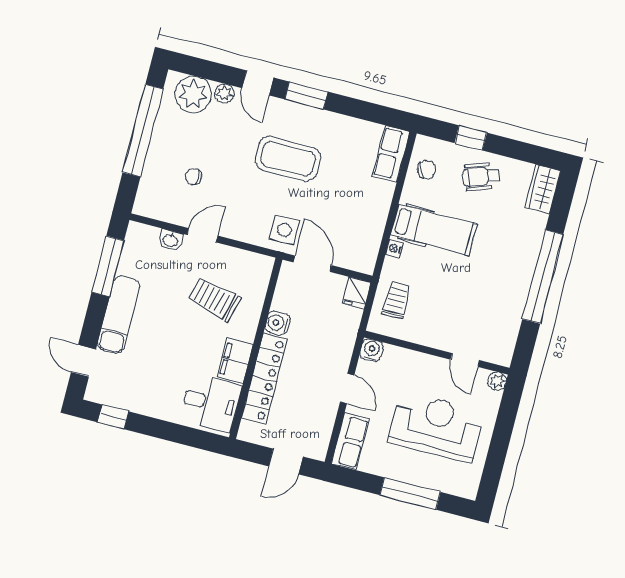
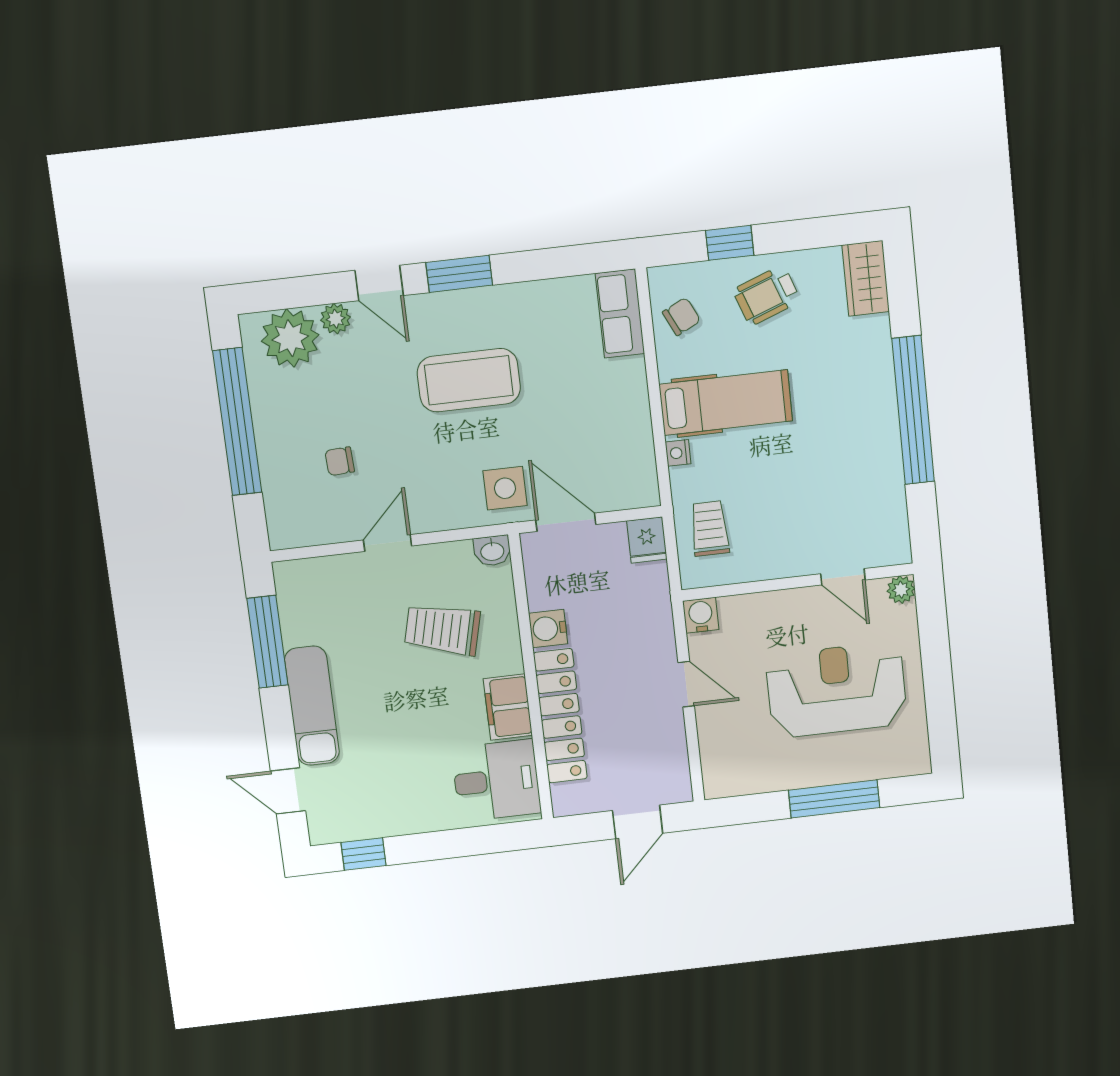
washbasin: (170, 240) -> (492, 551), moved
row of seats: (350, 441) -> (719, 758), removed

